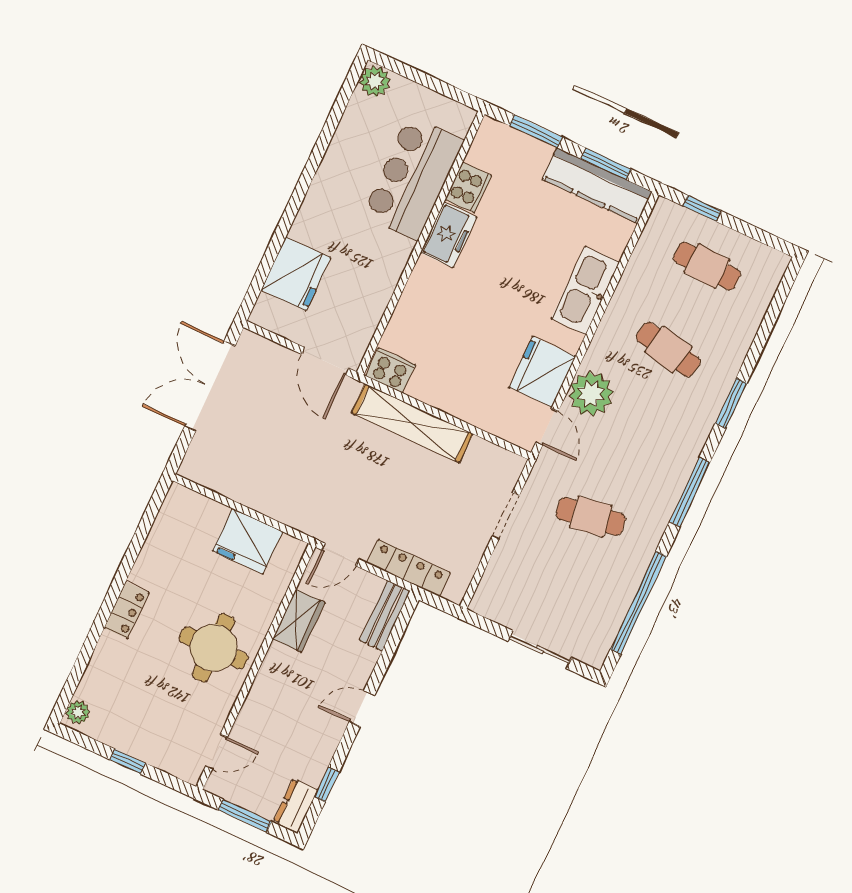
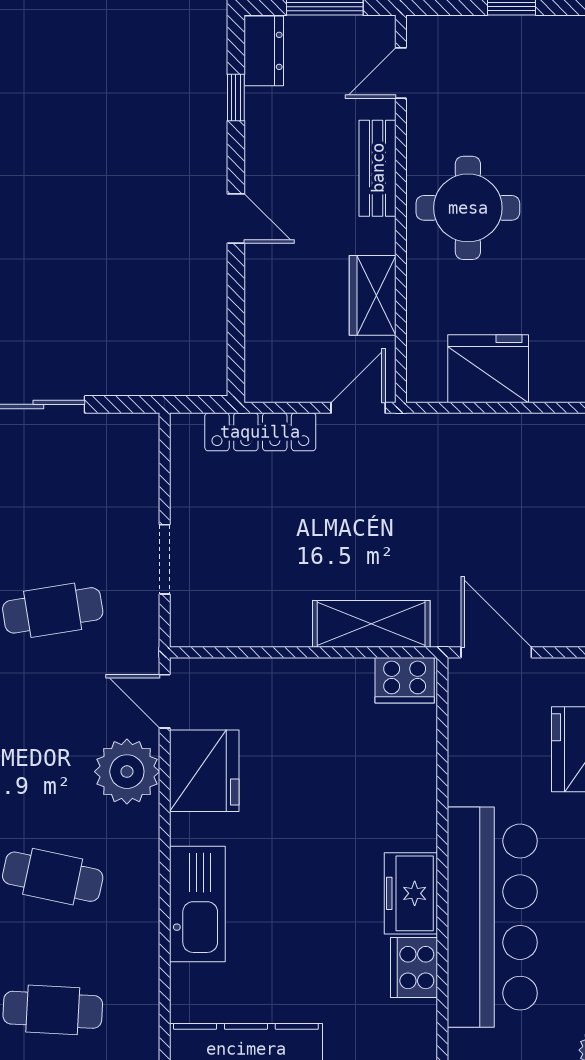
bar counter: (413, 178) -> (492, 917), width x1.36
shelving: (412, 423) -> (371, 624), width x0.68
bench: (385, 616) -> (378, 168), moved
door: (362, 709) -> (236, 218), hinge flipped

